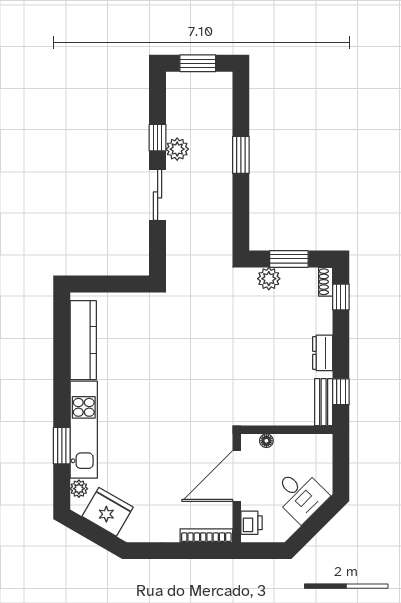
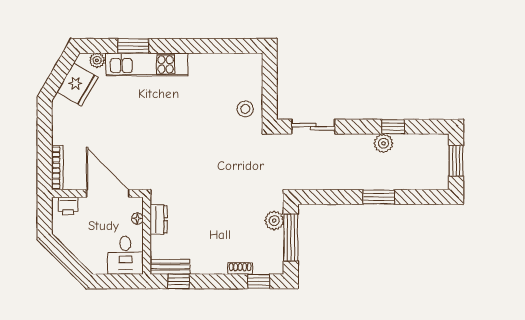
sliding door: (158, 195) -> (313, 127), moved
window: (289, 259) -> (291, 237), width x1.44
shoe rack: (326, 282) -> (240, 268), moved
stool: (136, 313) -> (245, 109), added
kitchen counter: (83, 340) -> (222, 64), removed
dresser: (323, 353) -> (159, 219), moved, turned 90
desk: (300, 495) -> (125, 255), moved, turned -45

